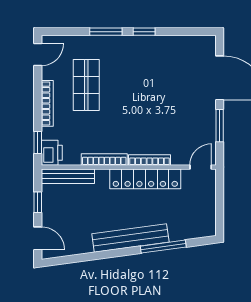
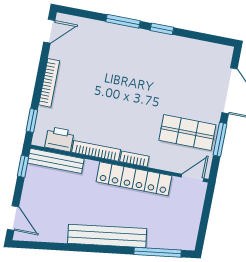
shop shelf: (86, 85) -> (187, 132), moved, turned 90
printer: (52, 153) -> (59, 139), moved, turned -90
bookcase: (150, 160) -> (134, 159), width x0.64
window: (38, 202) -> (23, 166), moved
window: (163, 247) -> (158, 252), moved

